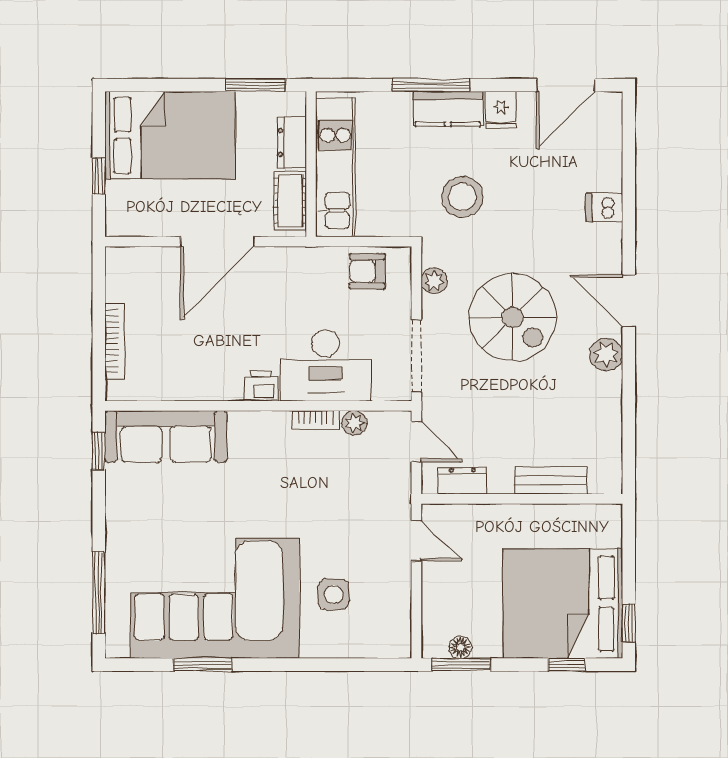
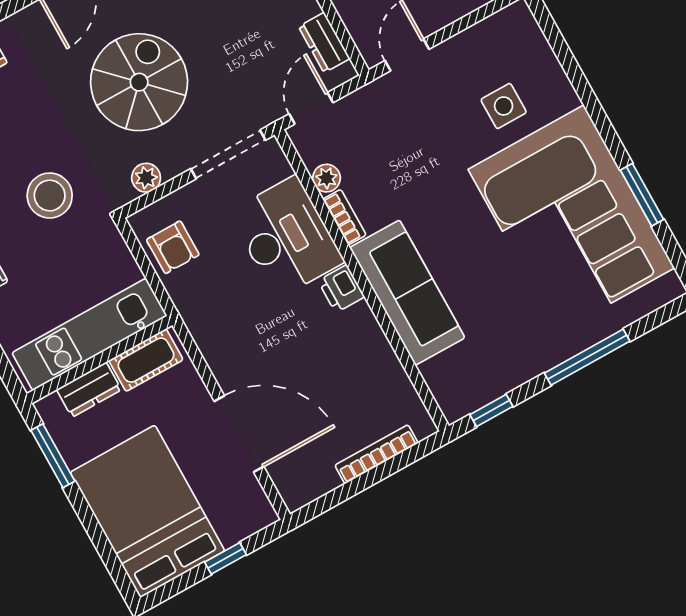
door: (217, 242) -> (239, 434), moved
sofa: (166, 436) -> (407, 293), moved
window: (99, 593) -> (587, 357), moved

